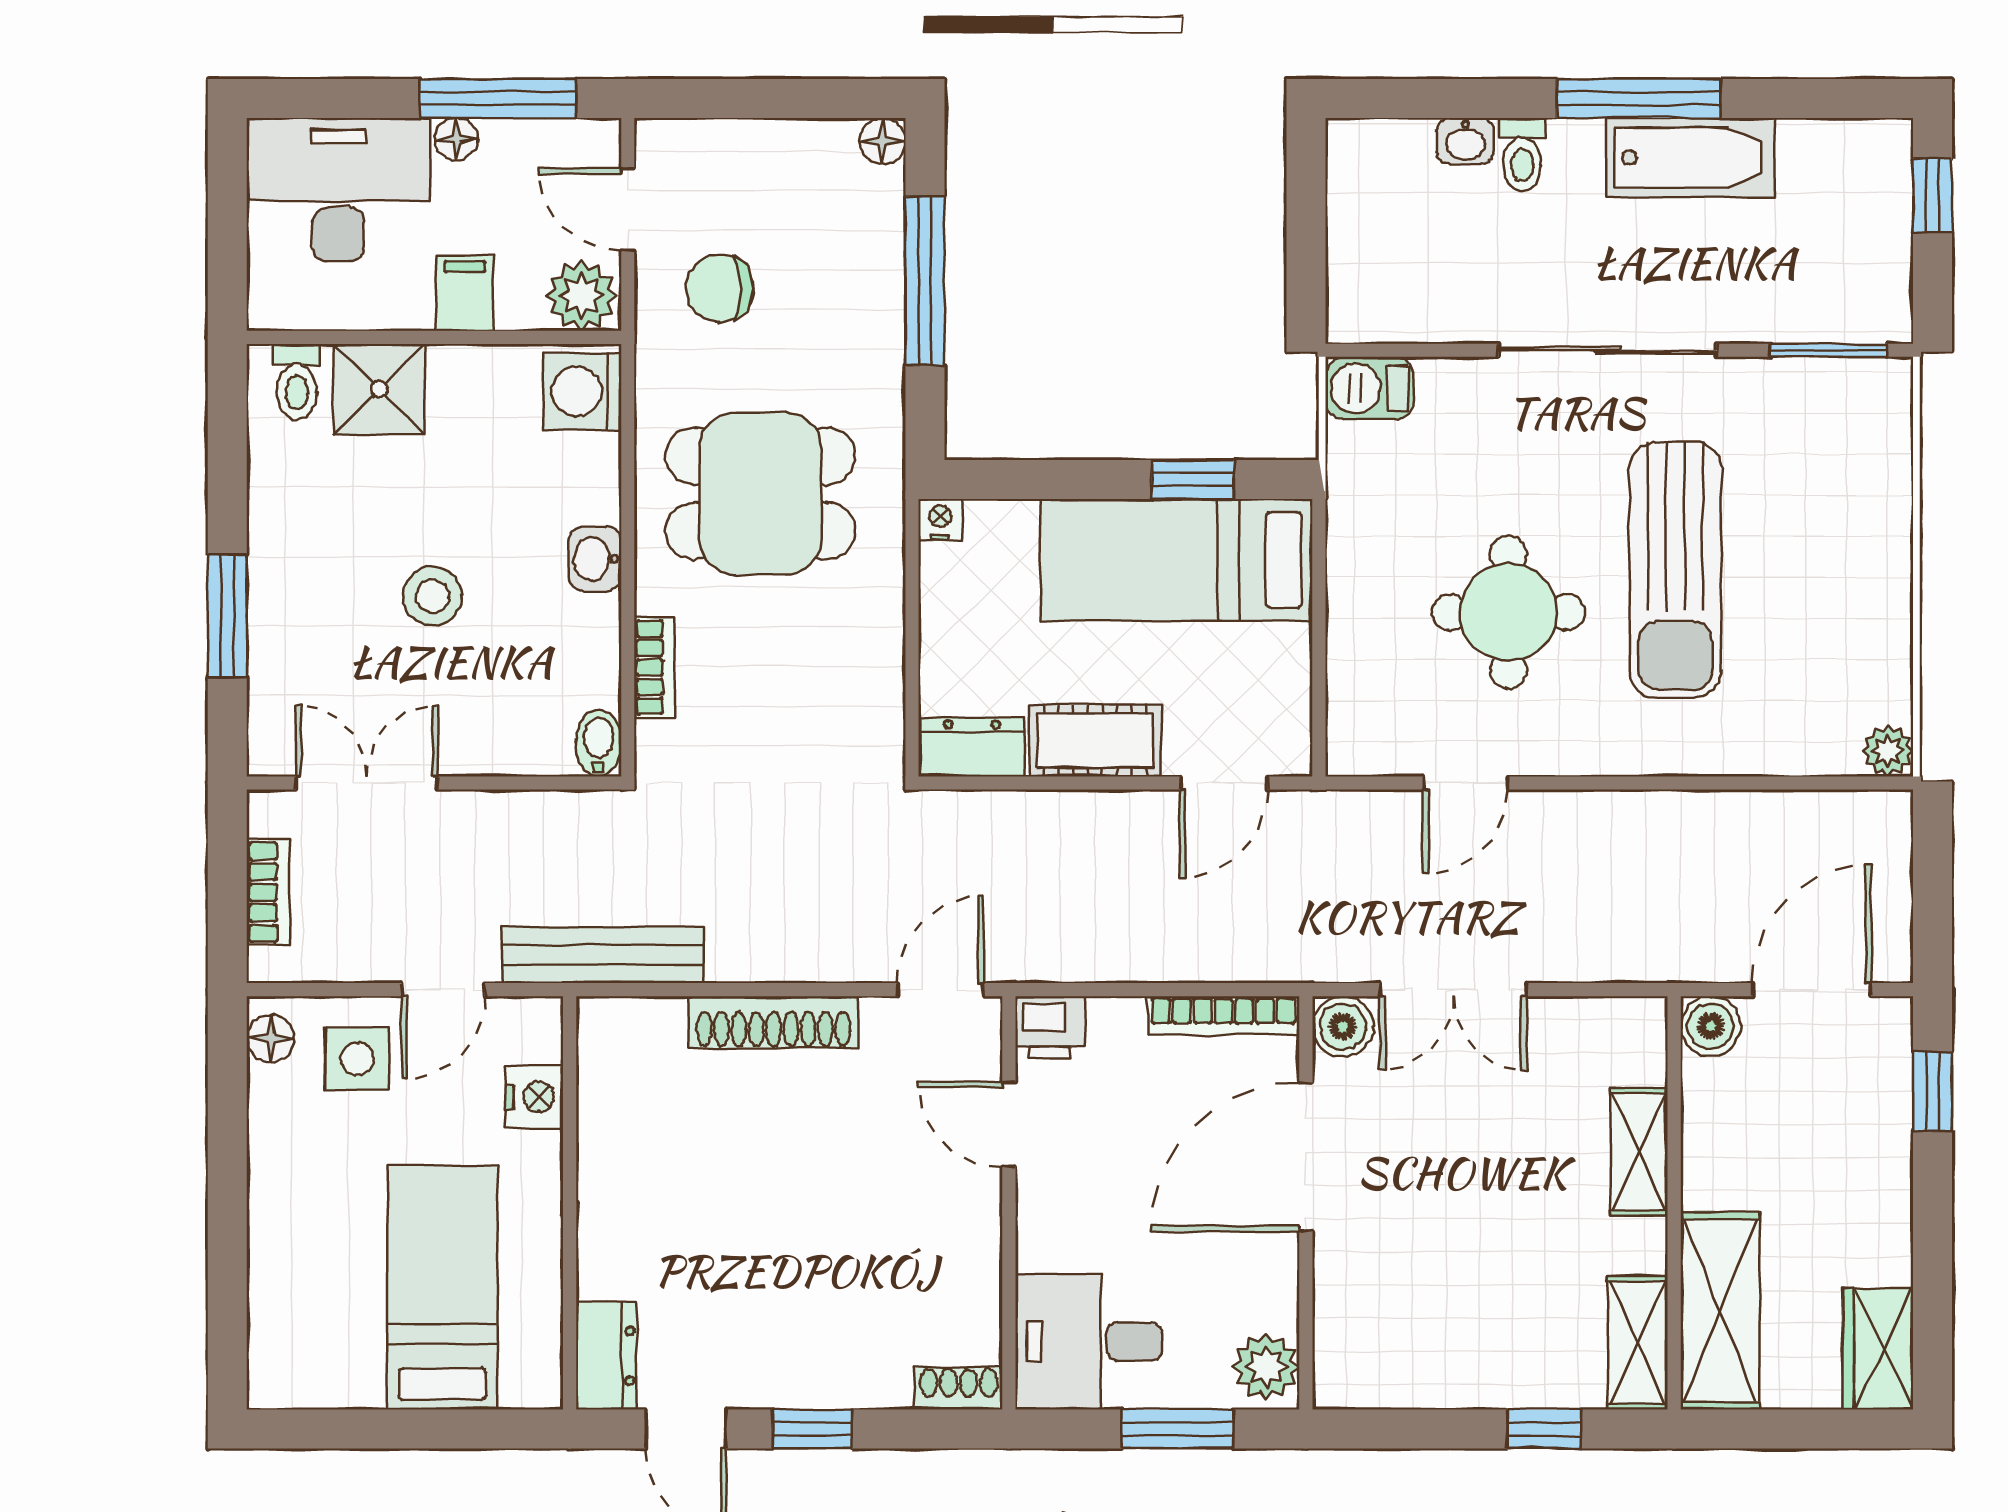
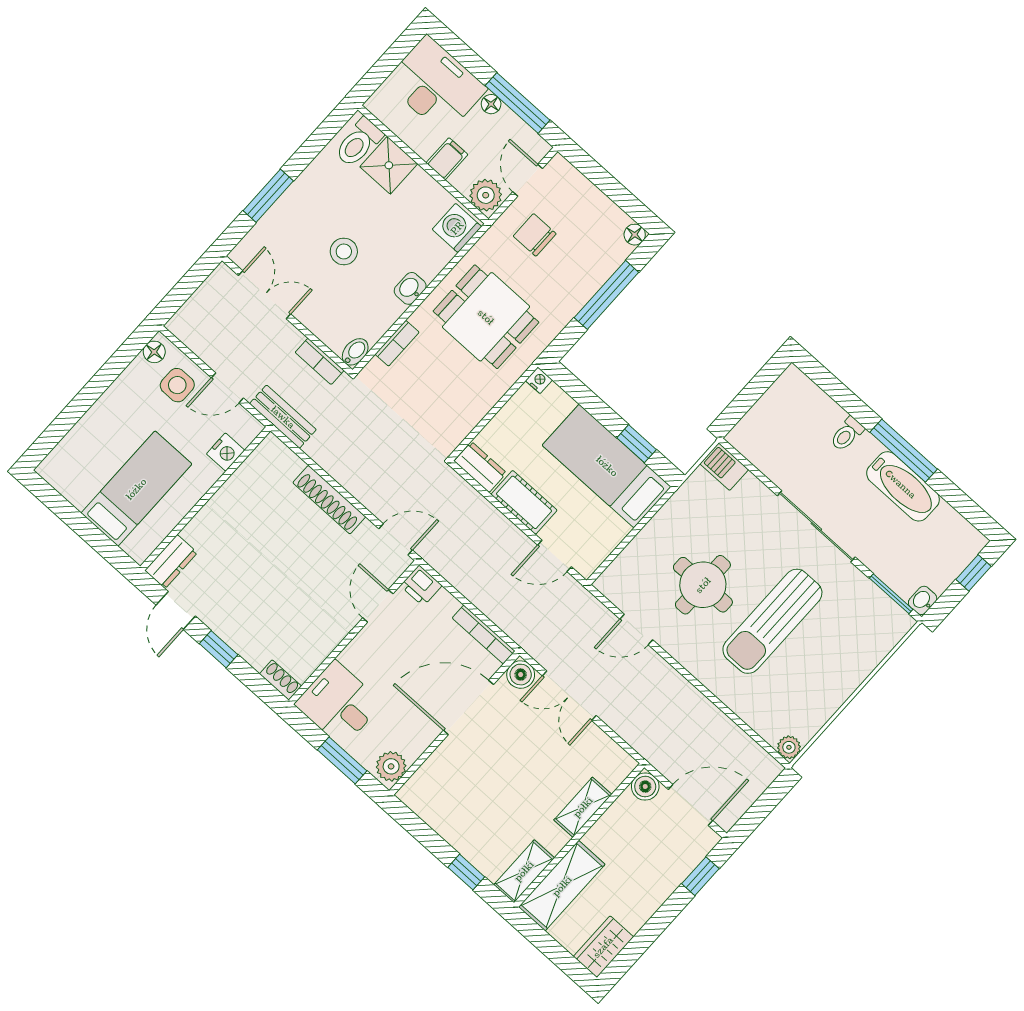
washbasin: (1465, 141) -> (923, 600), moved, turned 90
toilet: (297, 382) -> (359, 143), width x1.37, depth x1.39
bookcase: (268, 892) -> (320, 361), moved, turned 90
bench: (603, 955) -> (283, 417), width x0.73

